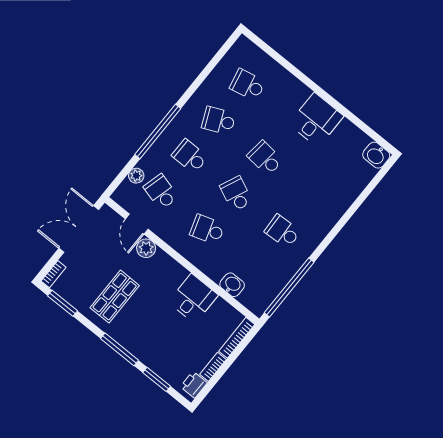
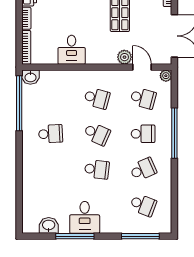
window: (276, 56) -> (140, 236), added
school desk: (248, 85) -> (143, 205), turned 33
window: (341, 109) -> (75, 236), added
washbasin: (376, 155) -> (49, 225), moved
plant: (136, 176) -> (166, 76), moved
school desk: (207, 229) -> (97, 98), turned 33
washbasin: (232, 285) -> (30, 77), moved

